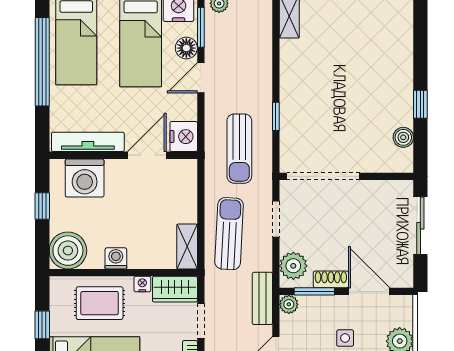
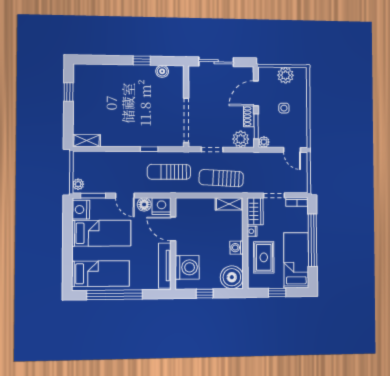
floor lamp: (186, 48) -> (144, 205), moved
sun lounger: (239, 149) -> (169, 172), turned 180
bench: (262, 298) -> (260, 158), removed

